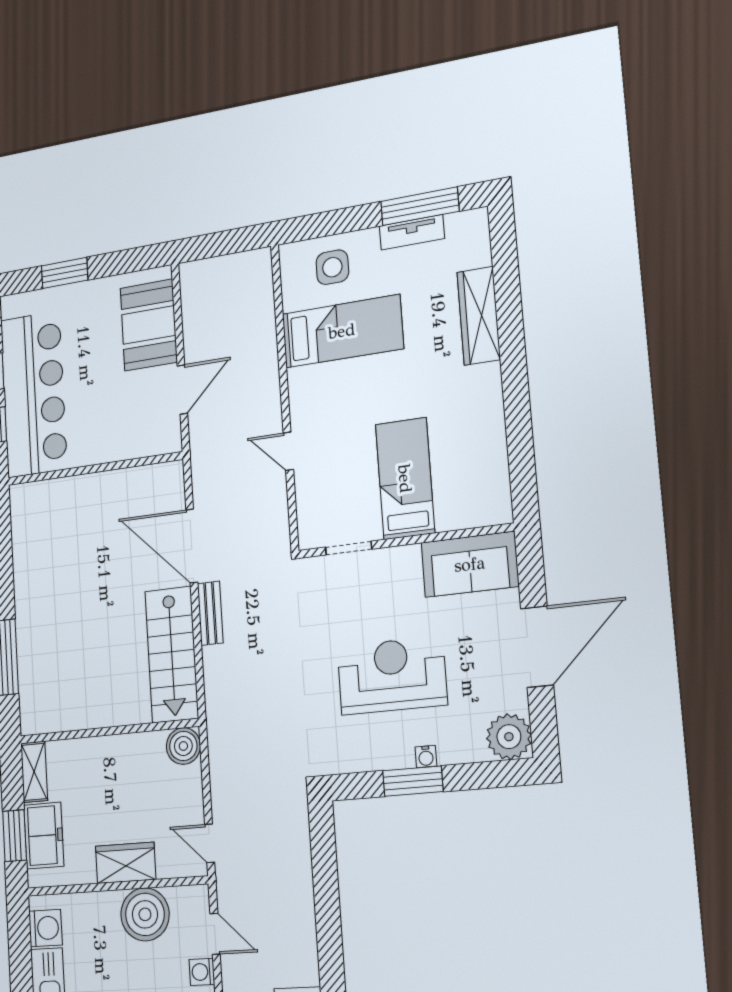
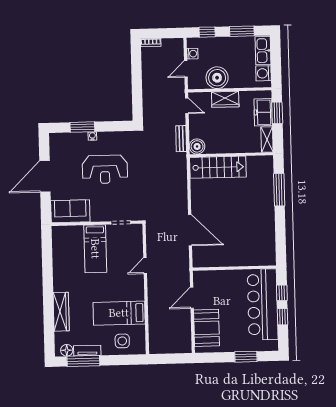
floor lamp: (460, 225) -> (67, 350), added
door: (288, 451) -> (145, 266), swing flipped
bench: (210, 613) -> (181, 139), moved
stairs: (172, 655) -> (218, 167), moved, turned 90
plant: (509, 737) -> (58, 142), removed
window: (413, 781) -> (82, 127), moved
door: (215, 934) -> (186, 69), hinge flipped

